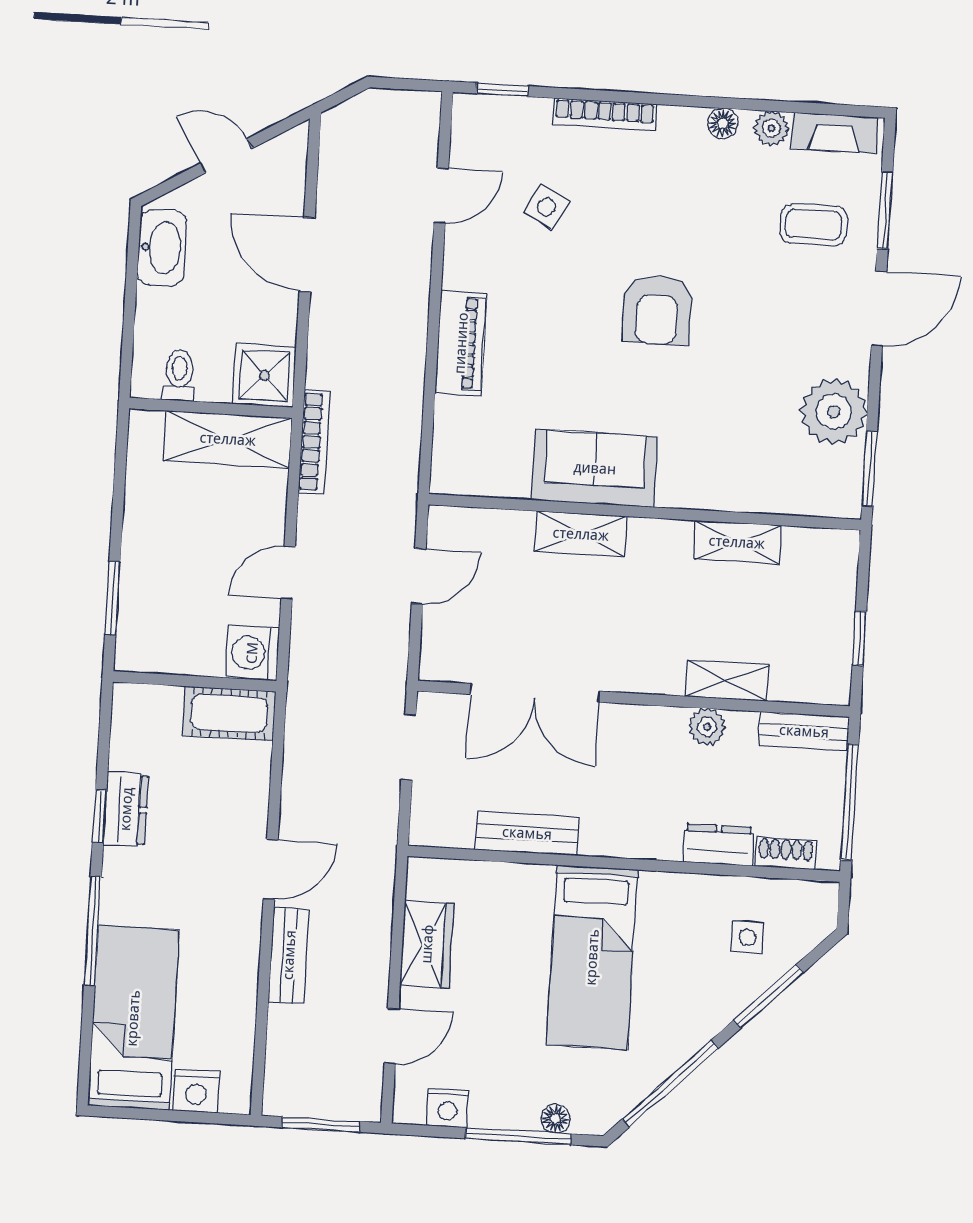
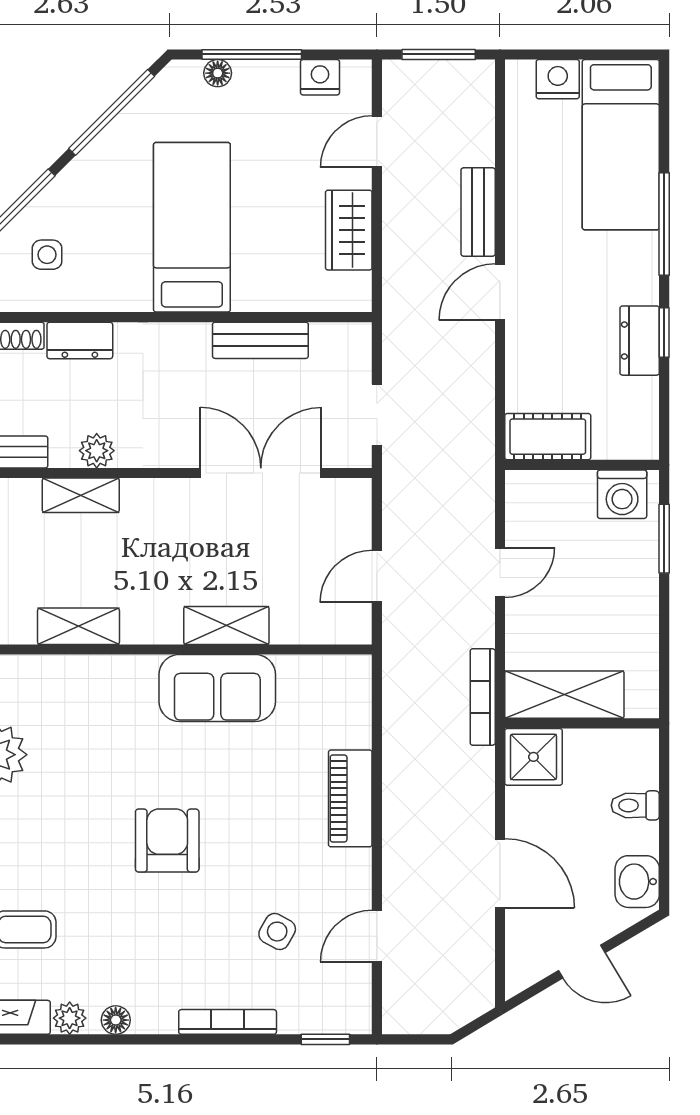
washbasin: (162, 248) -> (637, 882), width x0.72
toilet: (179, 375) -> (635, 805), moved, turned 90
washing machine: (252, 653) -> (622, 494), moved, turned 90

